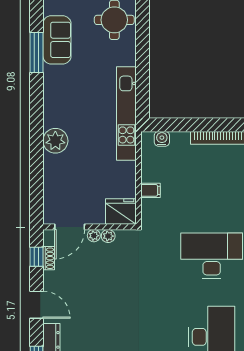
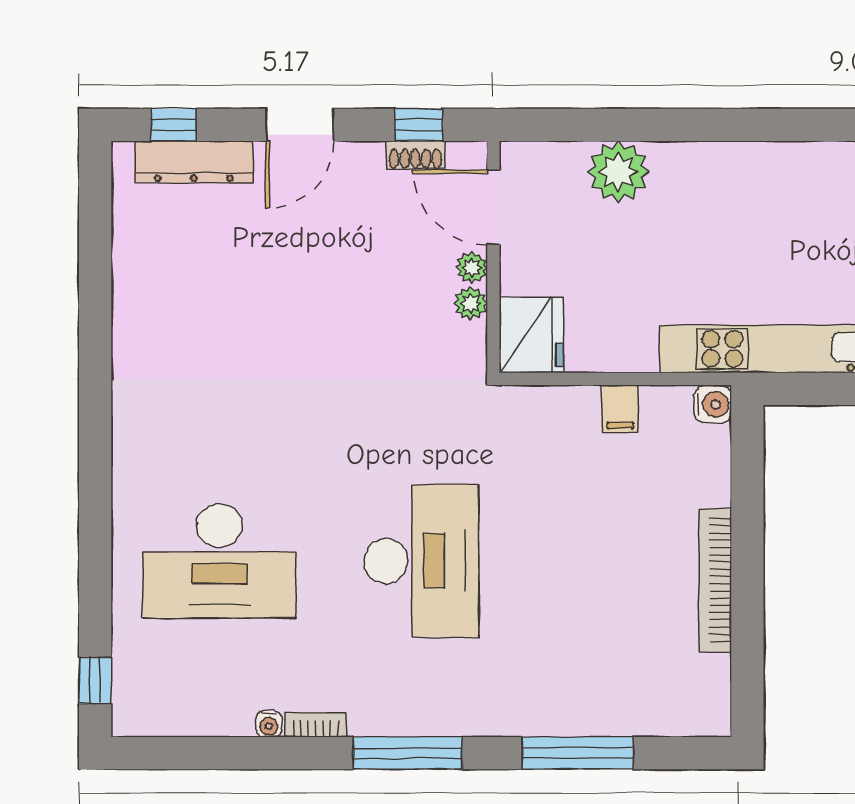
water cooler: (162, 139) -> (713, 404), moved
plant: (55, 141) -> (618, 172), moved
filing cabinet: (150, 190) -> (620, 409), moved

